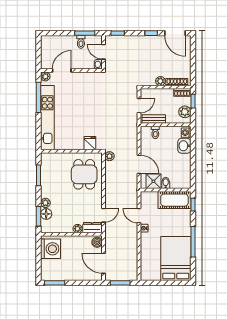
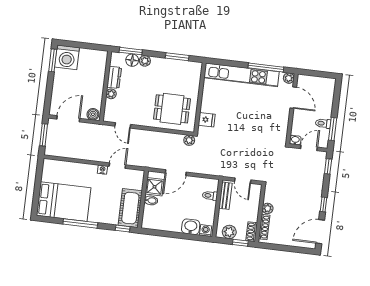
dresser: (92, 228) -> (114, 77), moved
washing machine: (51, 249) -> (67, 57), moved

